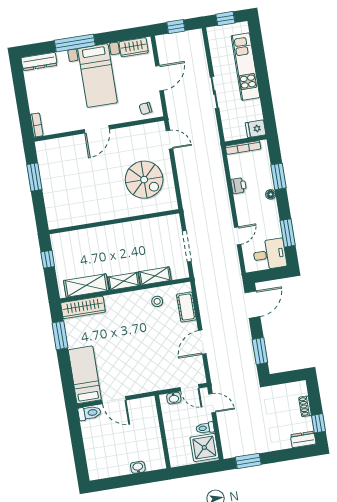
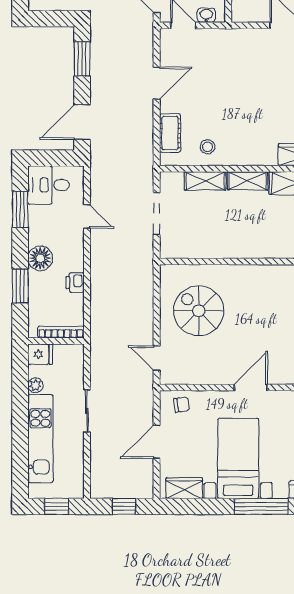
plant: (255, 105) -> (35, 385), added
floor lamp: (271, 194) -> (40, 258), width x1.89, depth x1.89
door: (238, 236) -> (87, 216), swing flipped

